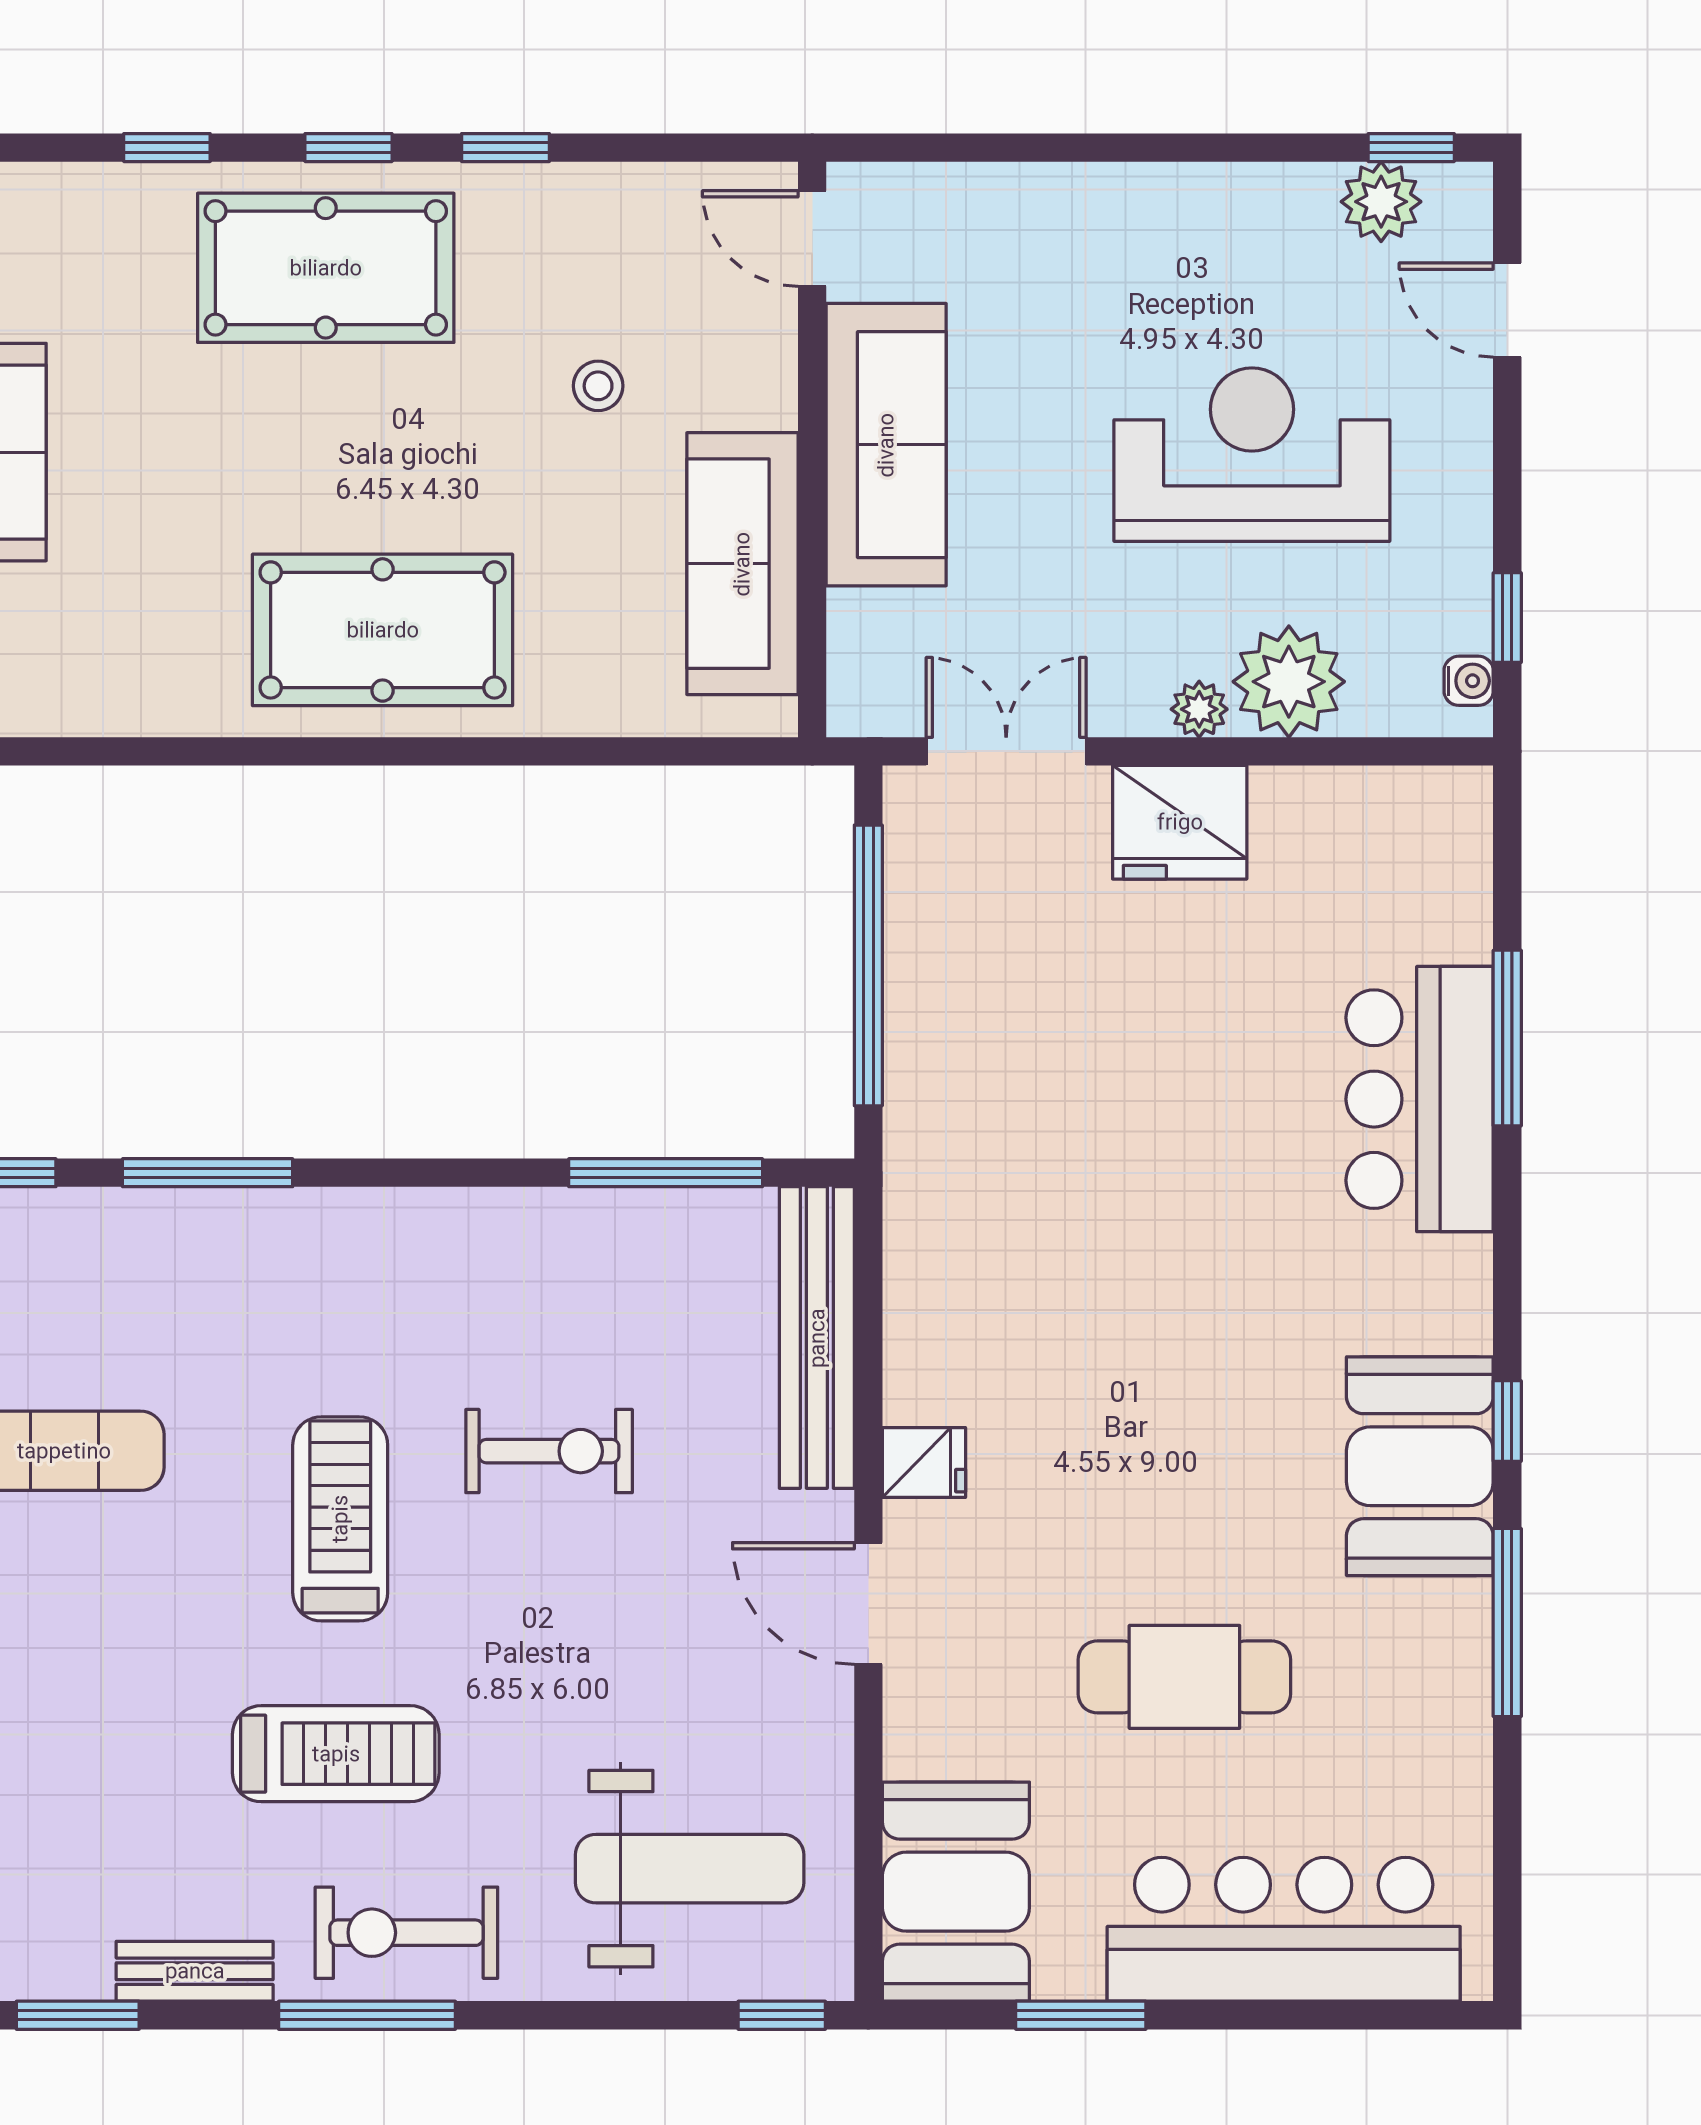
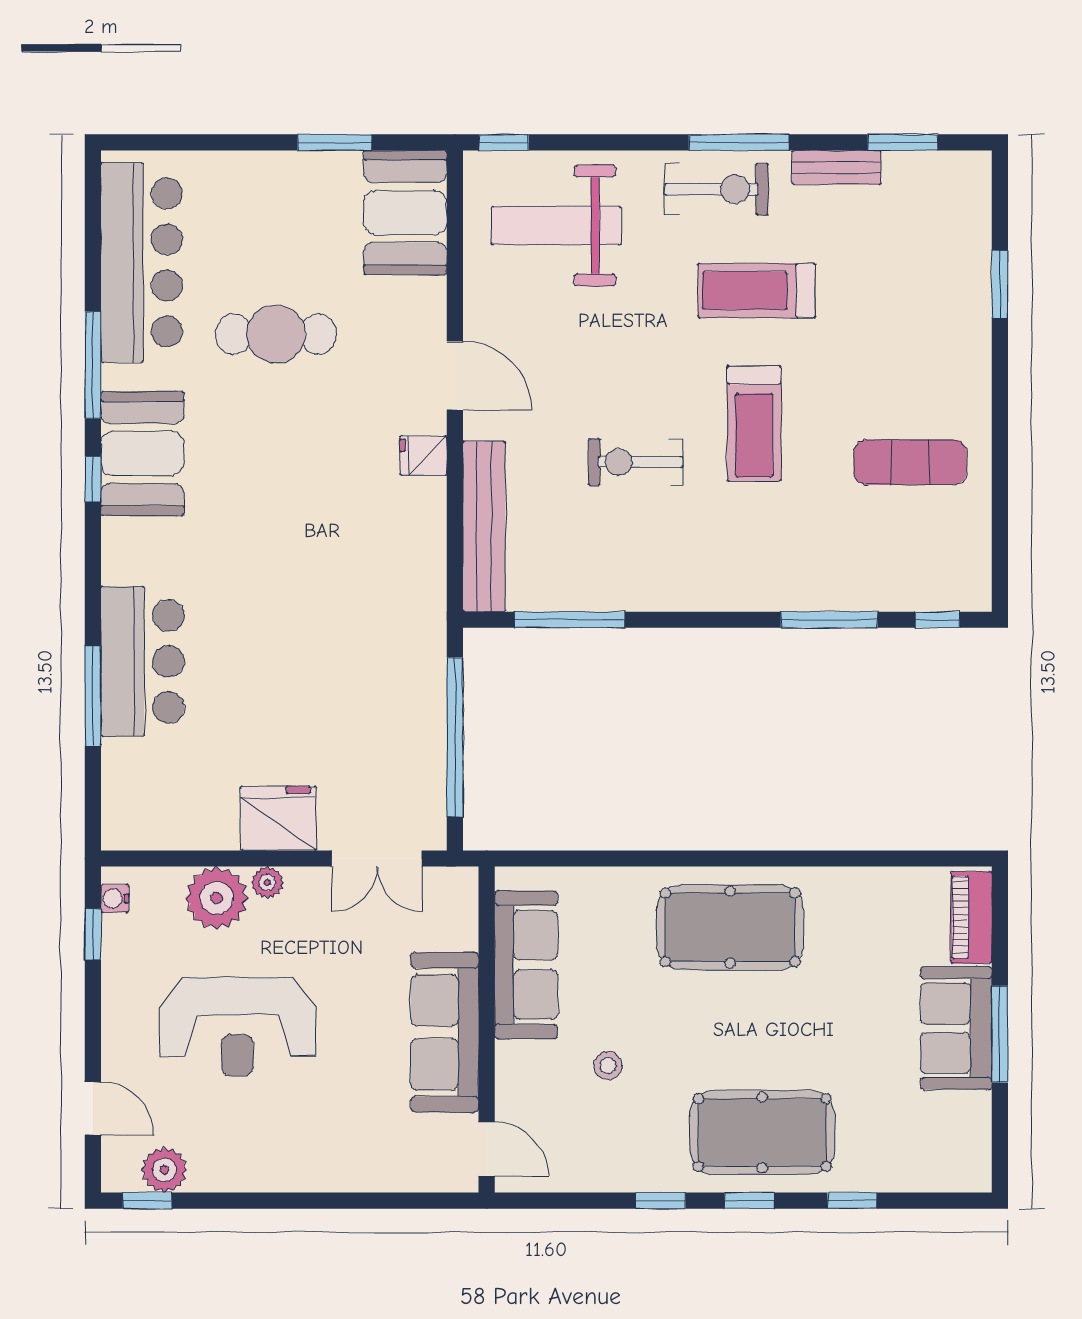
bar counter: (1284, 1929) -> (142, 262), moved, turned -90

